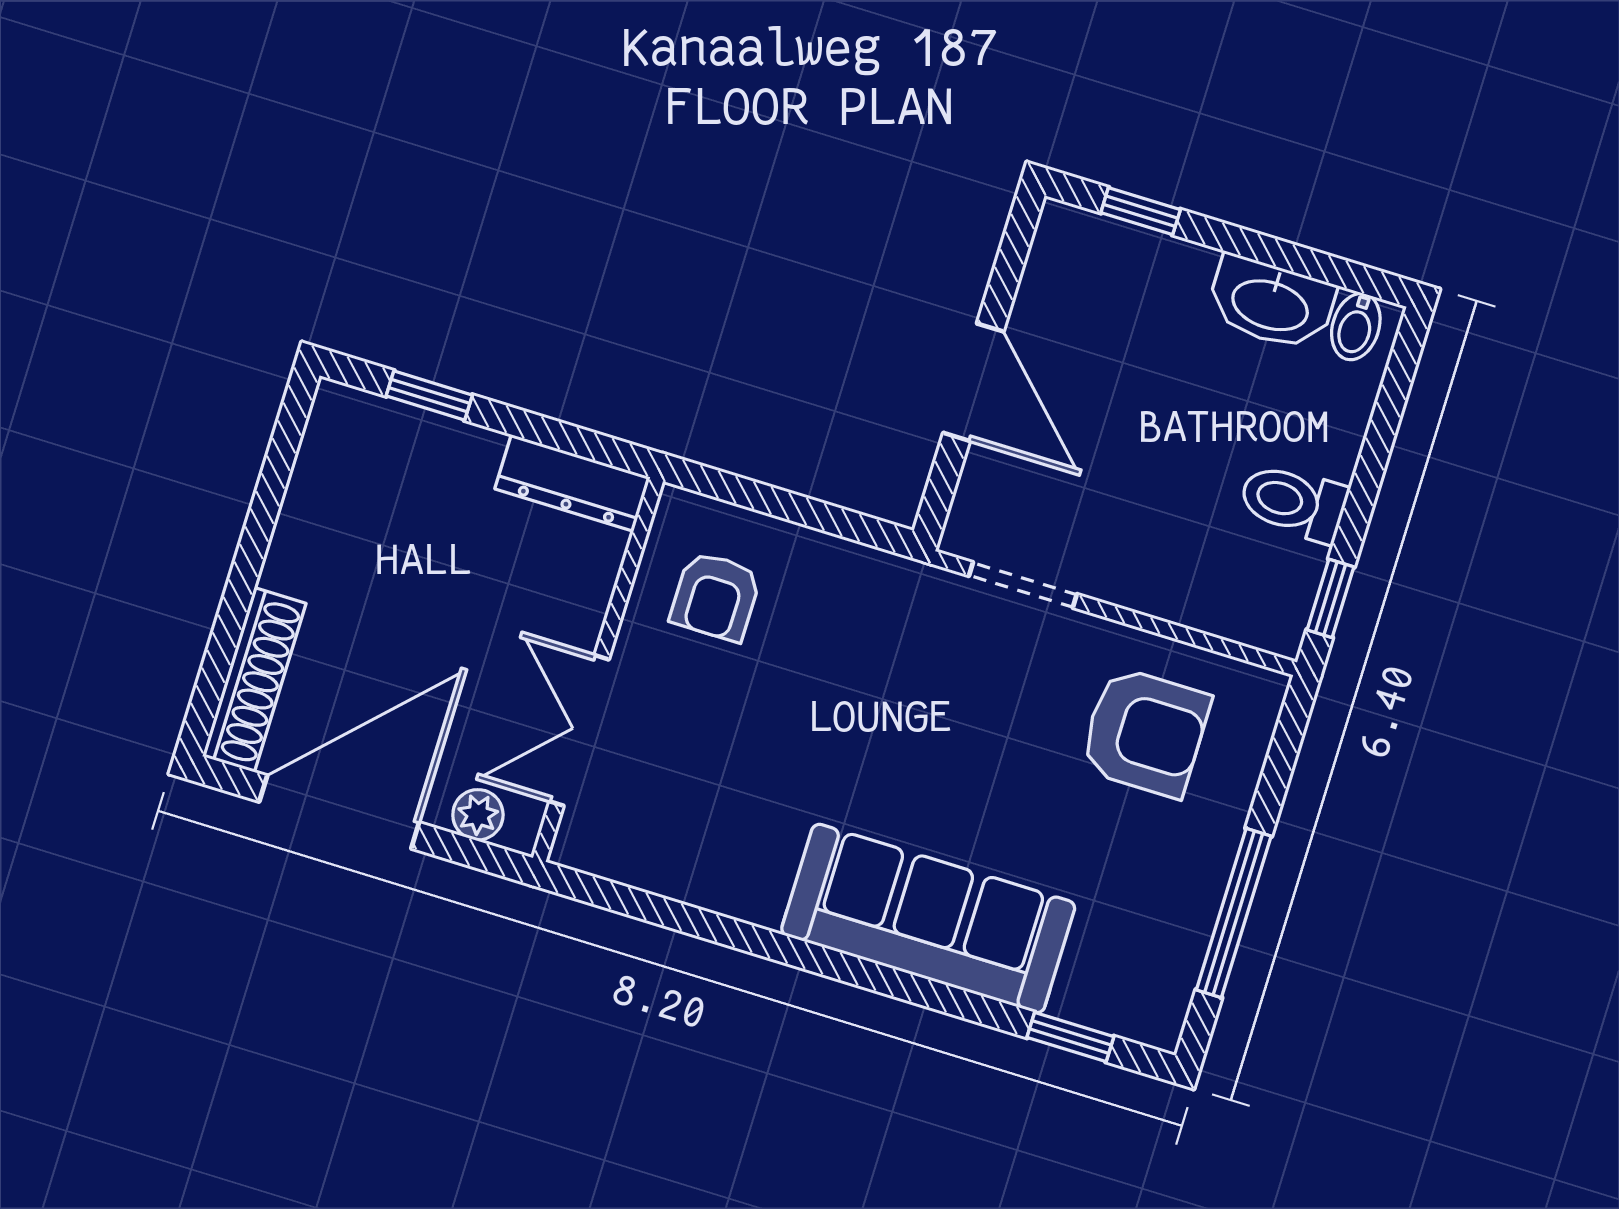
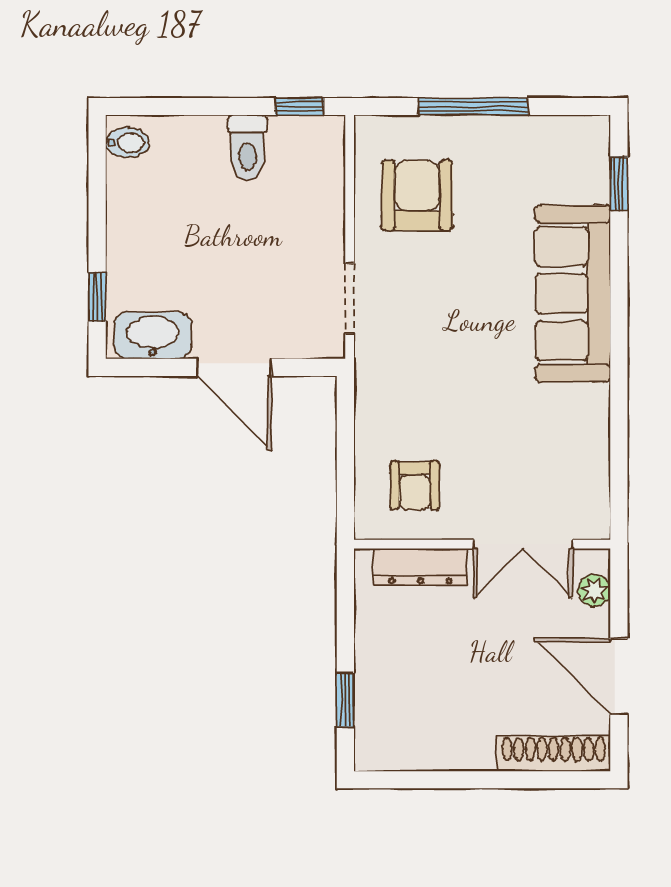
washbasin: (1271, 303) -> (153, 335), moved, turned -90
door: (973, 382) -> (234, 367), swing flipped
dresser: (572, 483) -> (420, 567), moved, turned 90
armchair: (716, 596) -> (415, 485), turned 90
door: (339, 812) -> (619, 676), width x0.73
window: (1234, 913) -> (473, 107), moved

